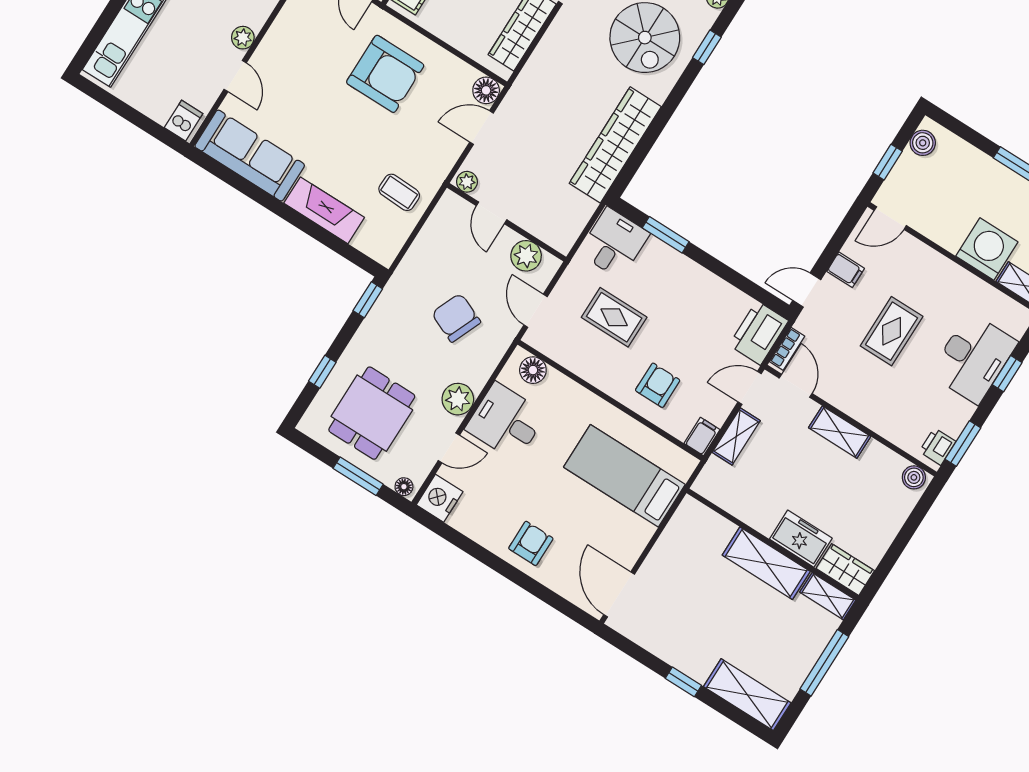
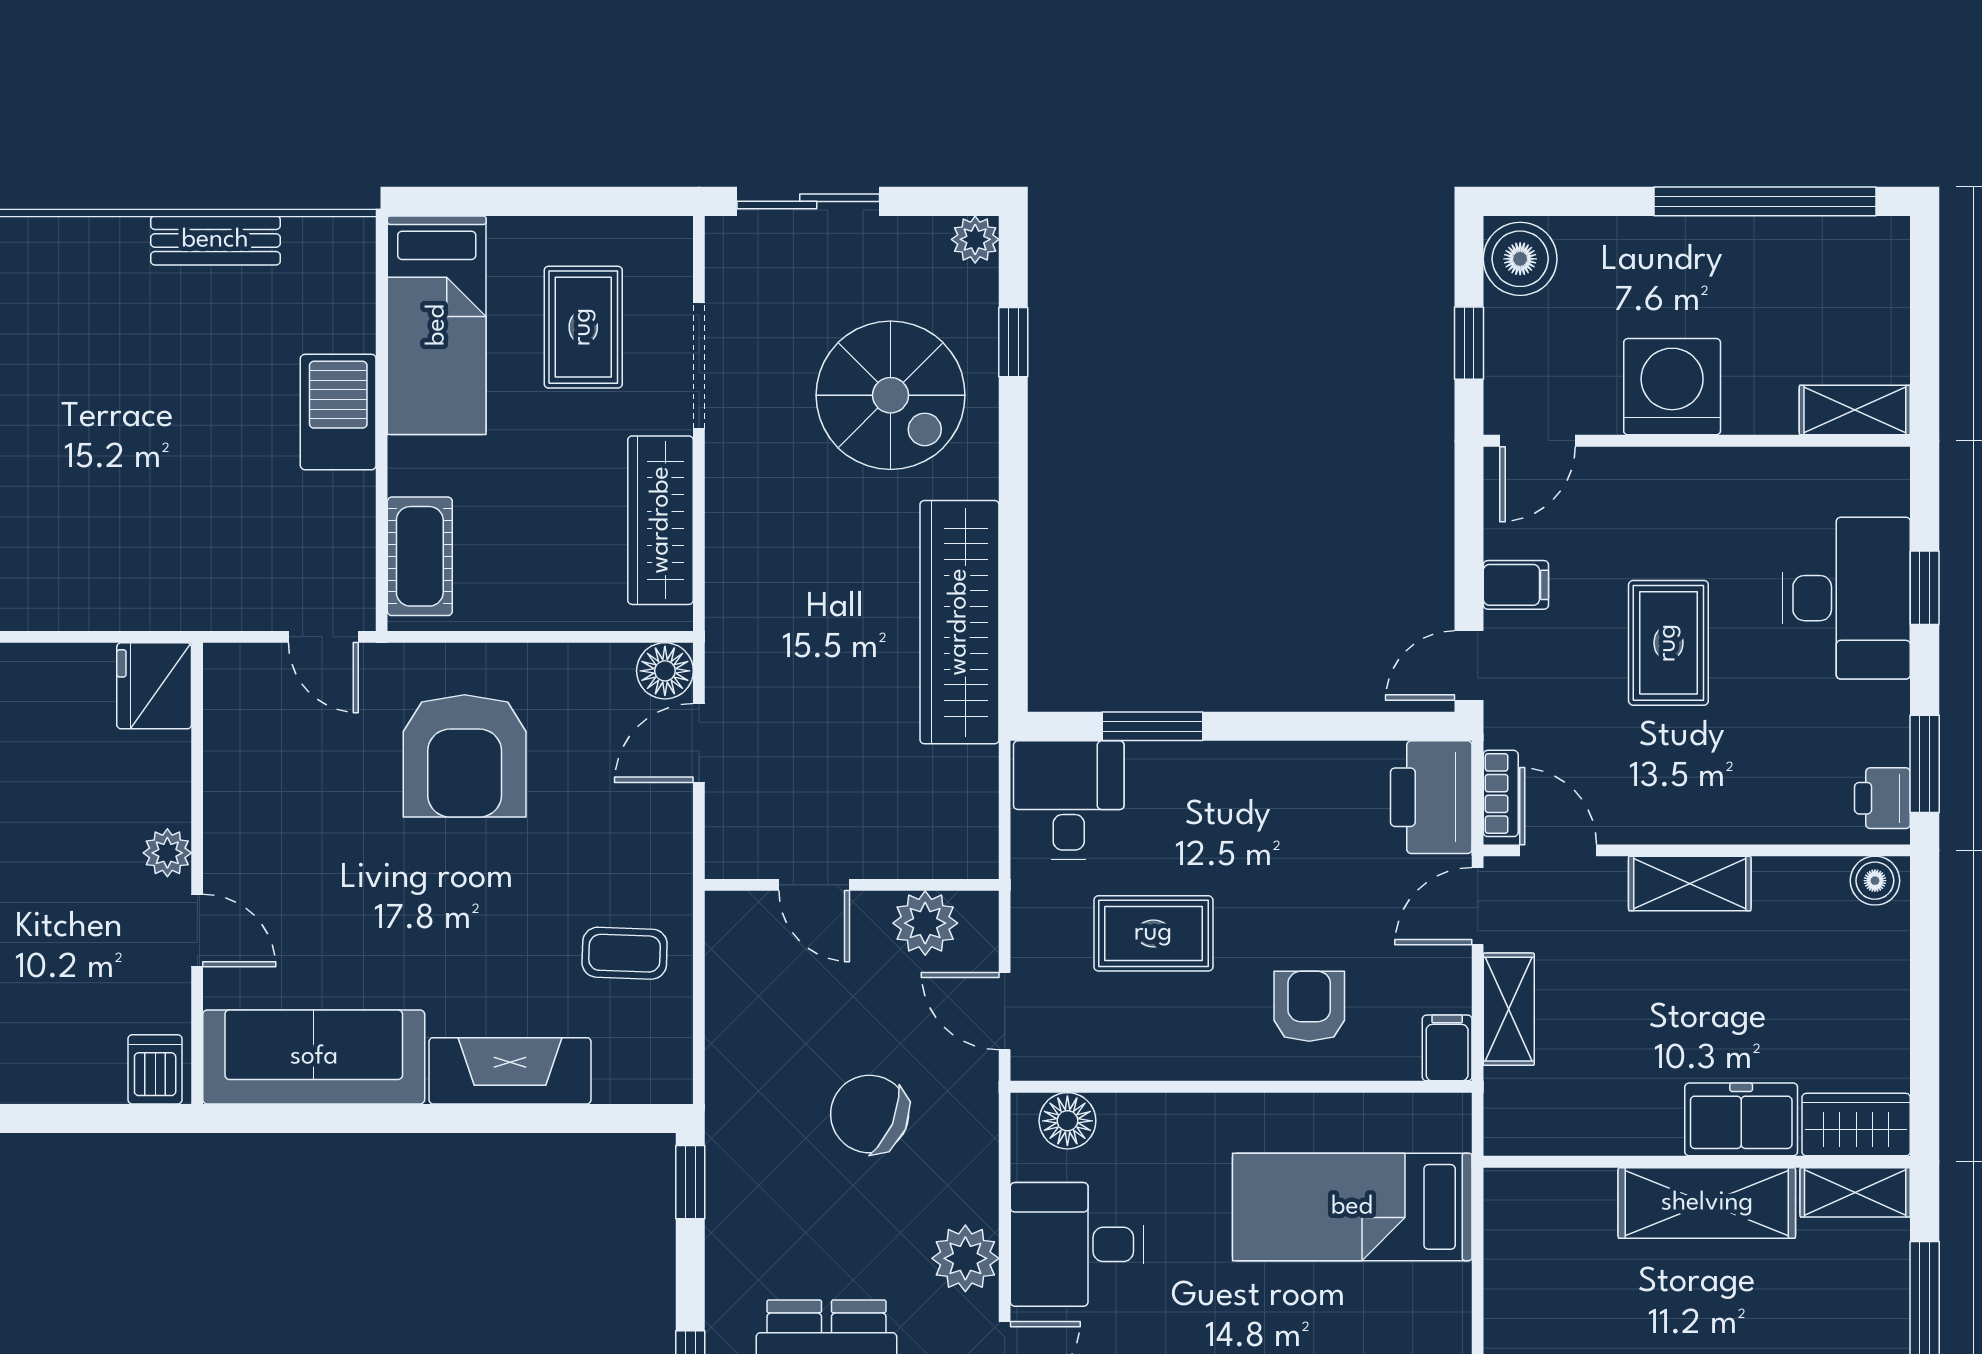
armchair: (385, 74) -> (465, 756), turned 90
boiler: (923, 143) -> (1520, 259), width x1.36, depth x1.36
plant: (467, 182) -> (735, 857), removed
washing machine: (987, 249) -> (1672, 387), moved

